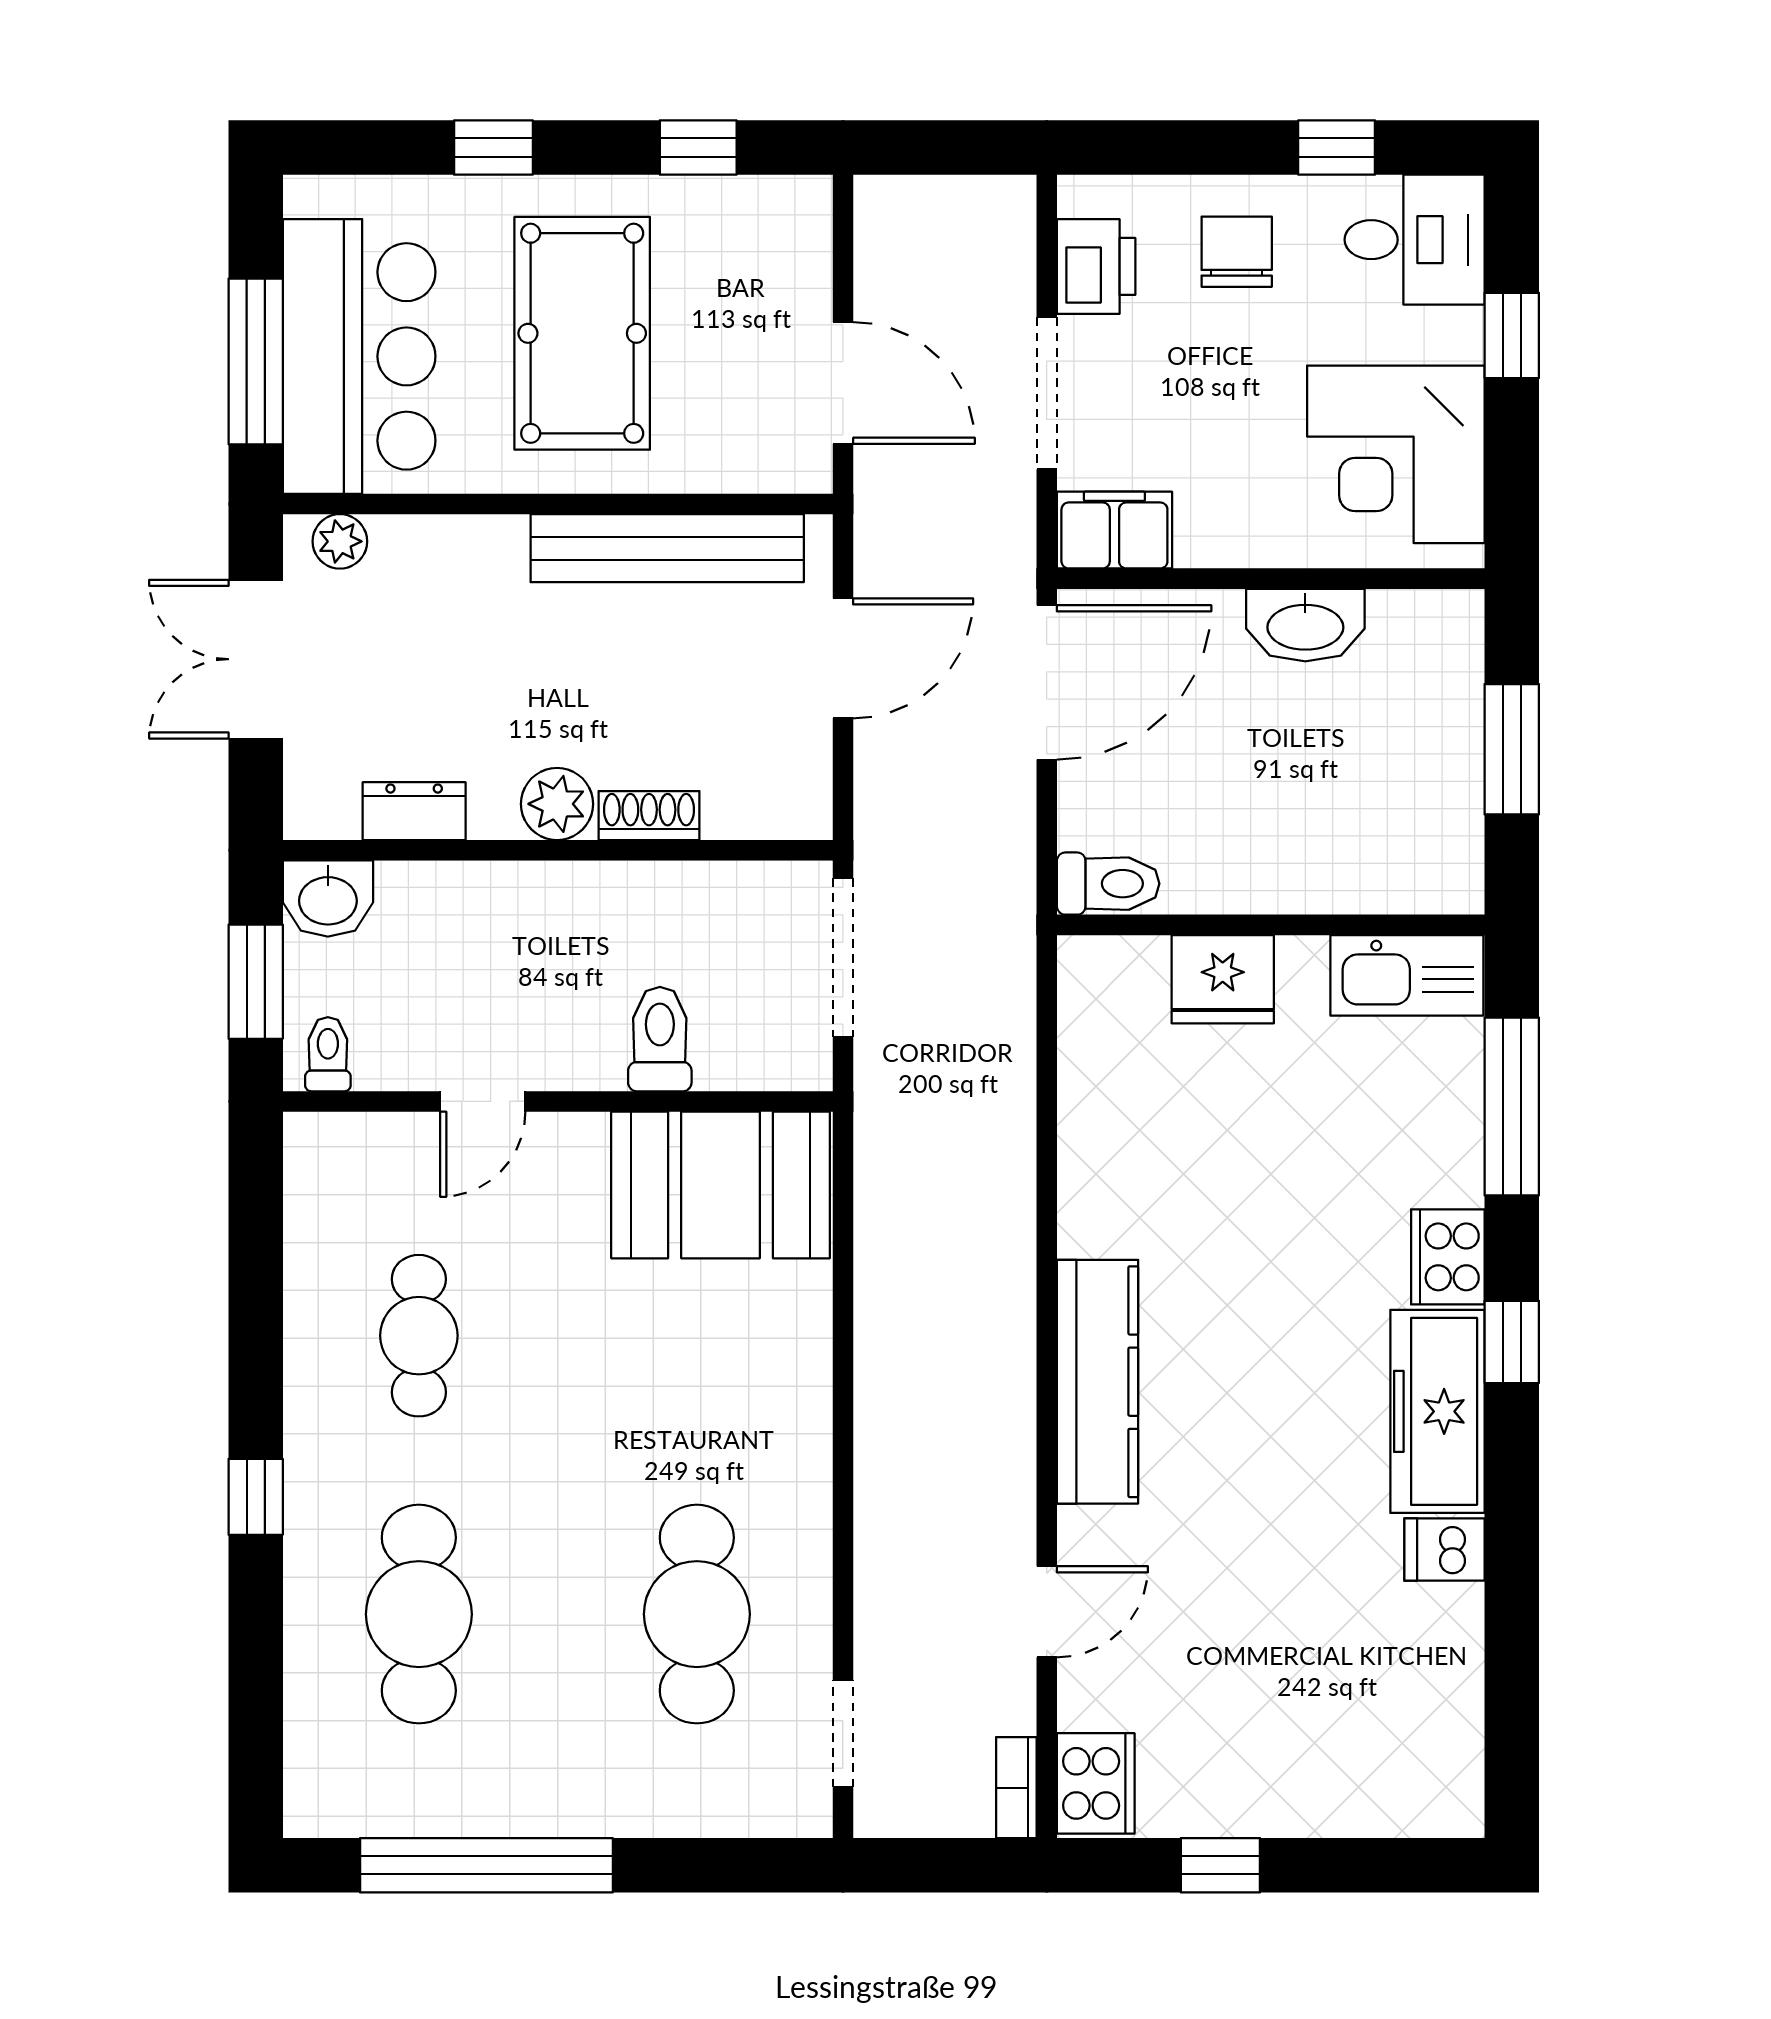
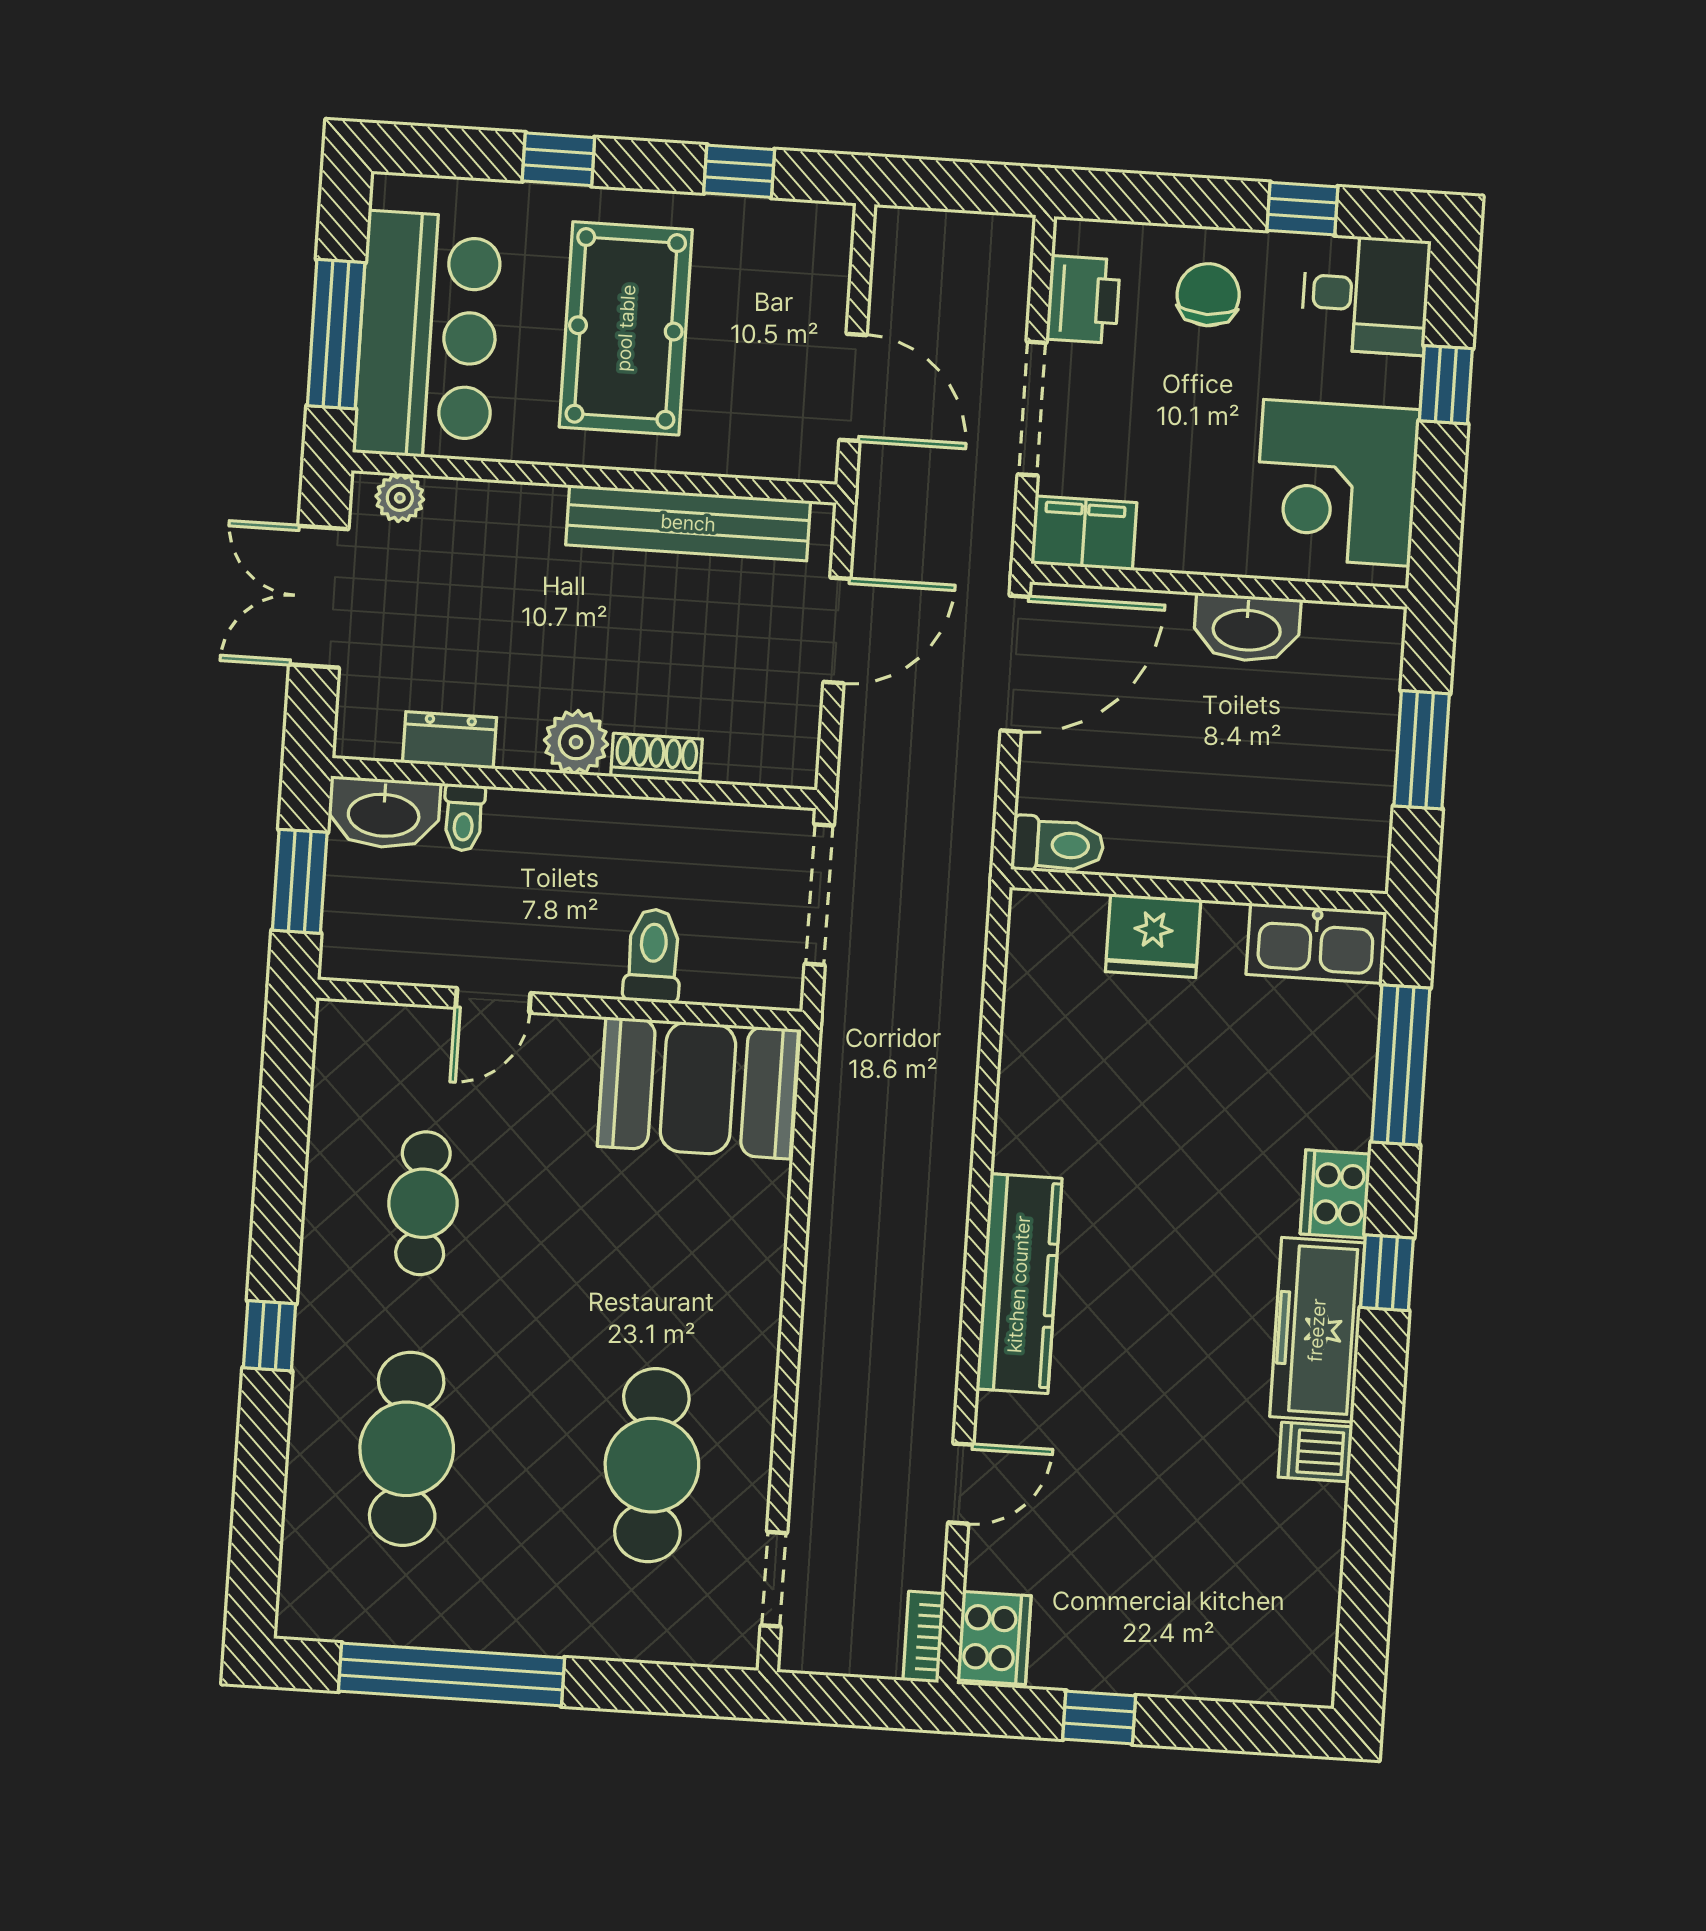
washbasin: (328, 899) -> (384, 813), width x1.38
toilet: (328, 1054) -> (464, 818), moved, turned 180

